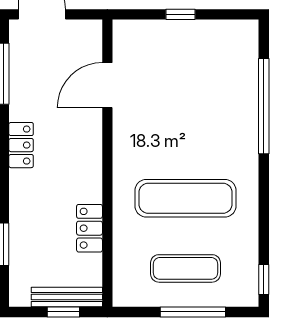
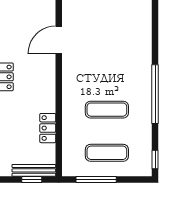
window: (264, 106) -> (155, 94), moved
exercise mat: (186, 198) -> (107, 110), width x0.73, depth x0.69
window: (193, 312) -> (96, 180), moved

